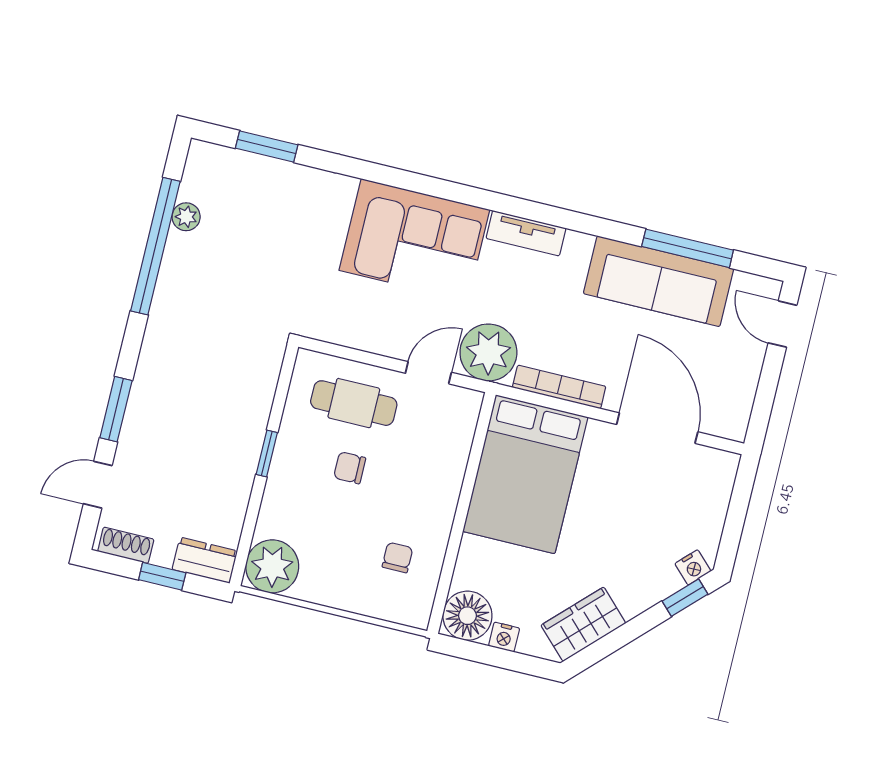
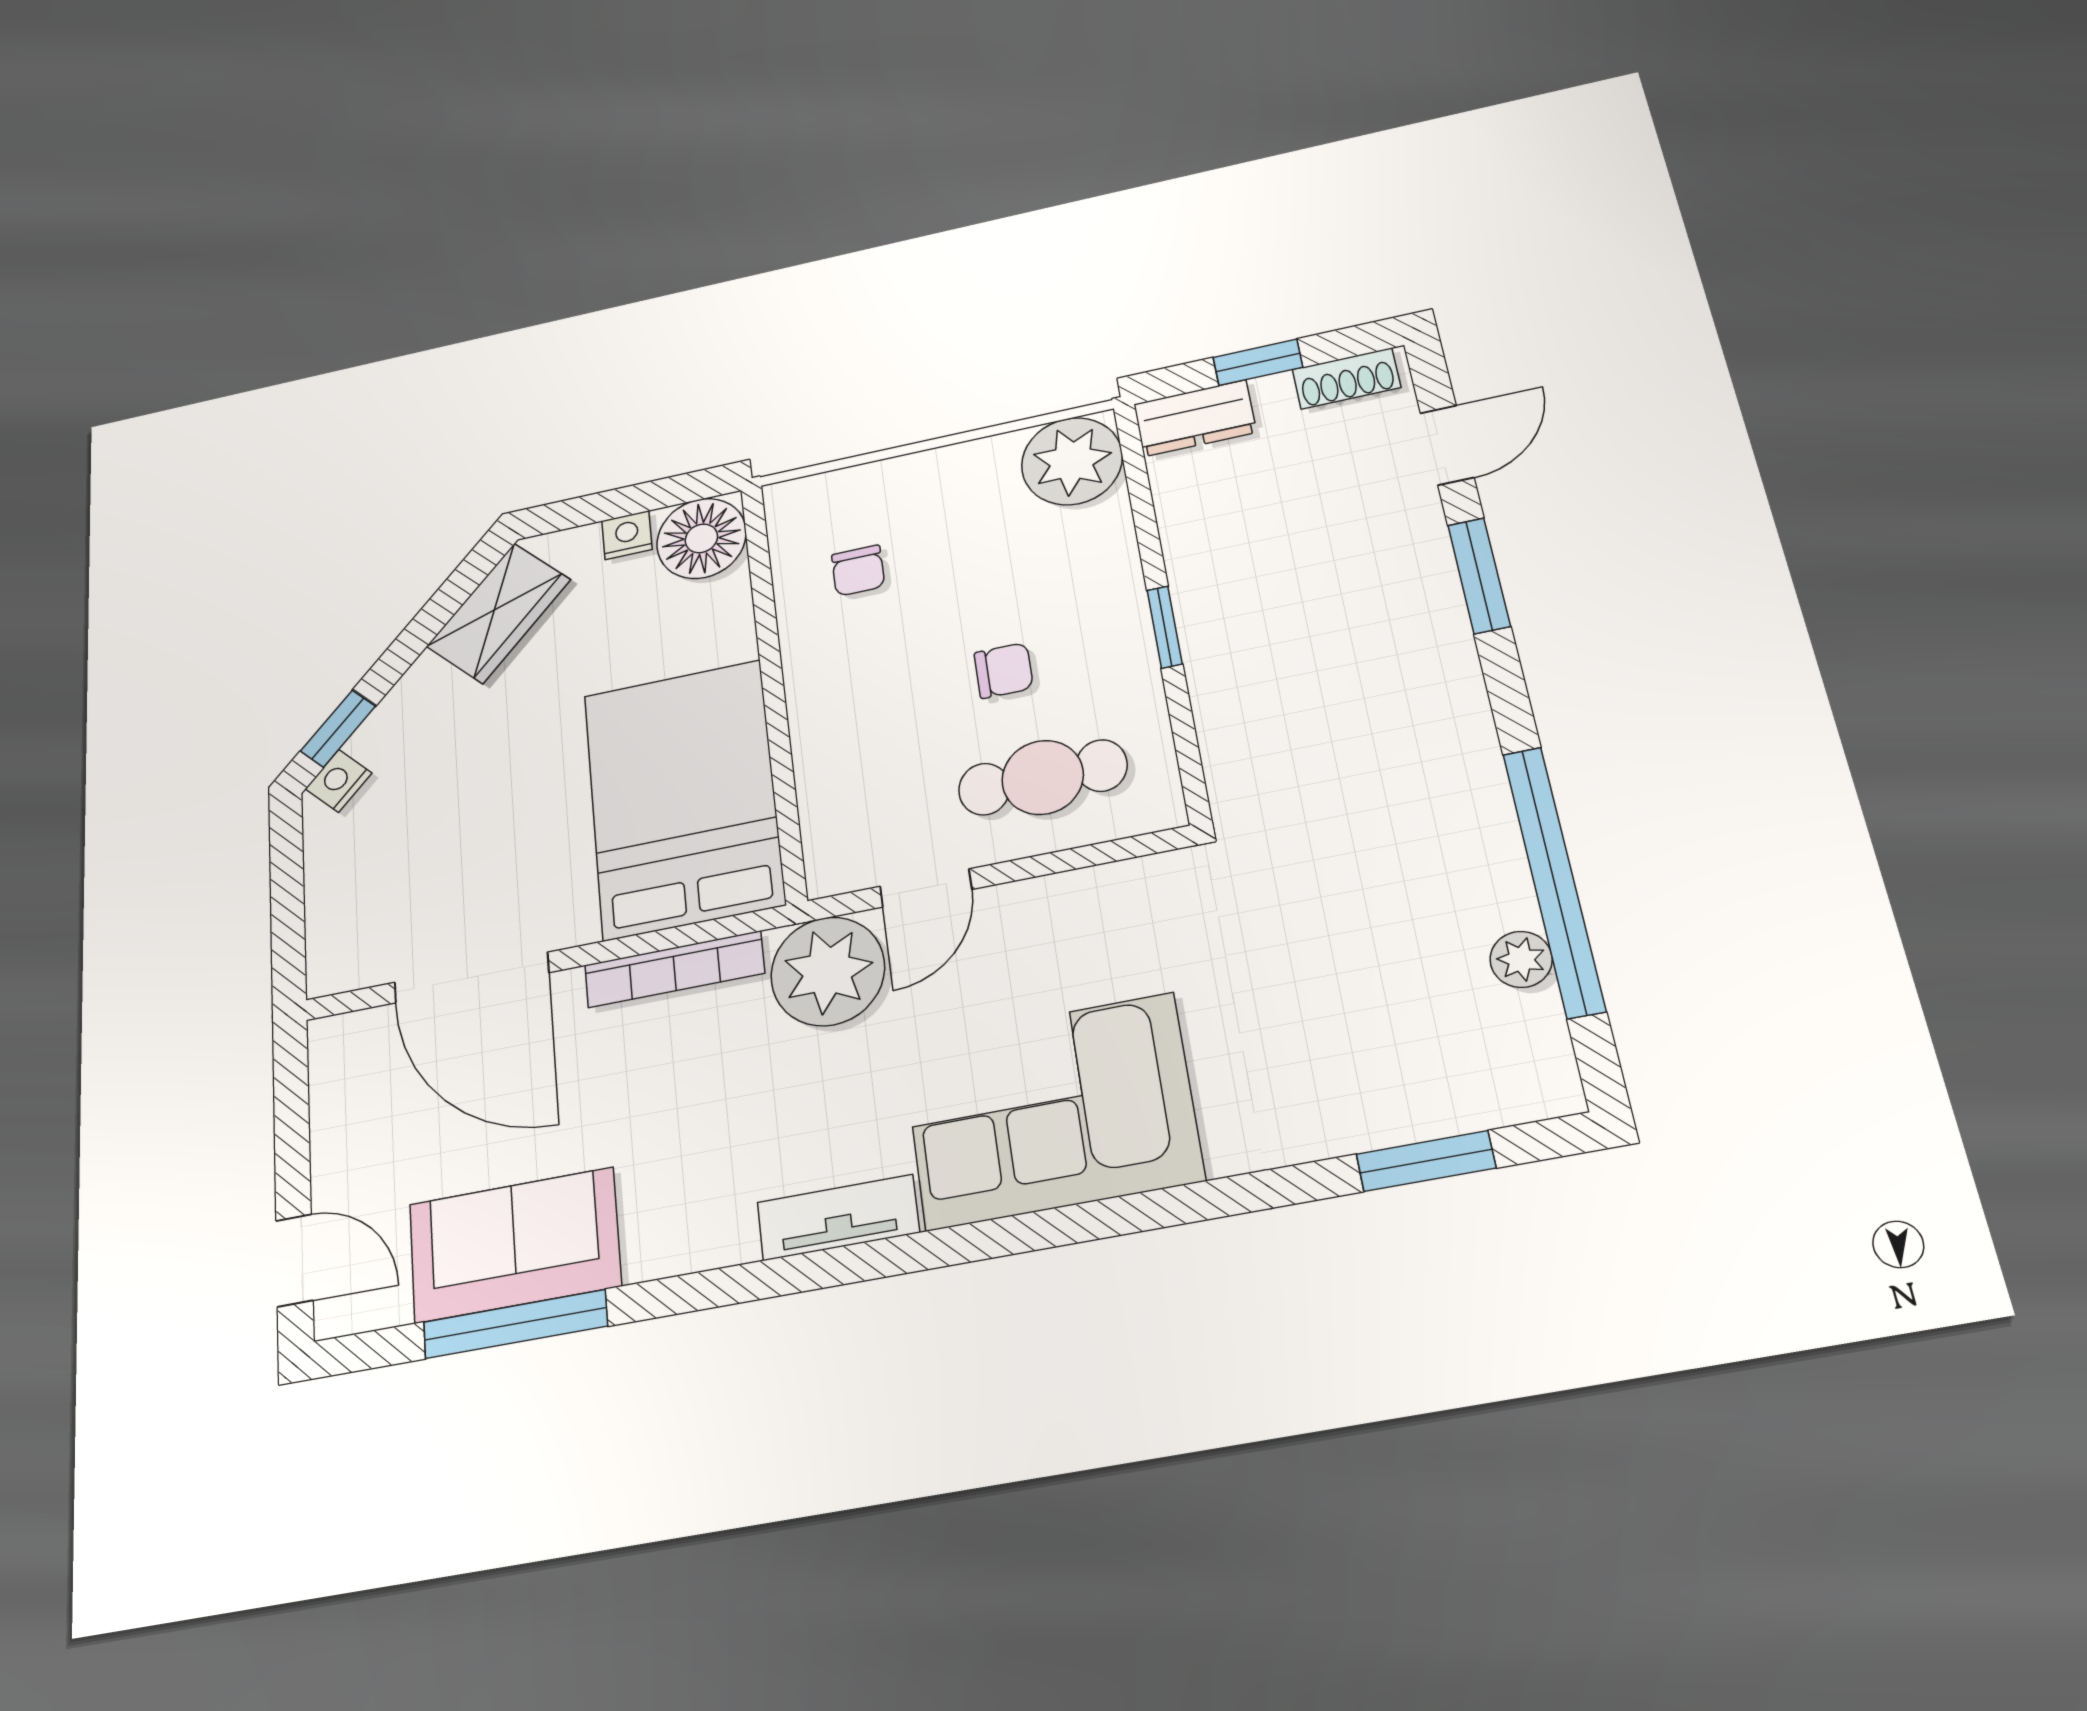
sofa: (659, 281) -> (514, 1245), width x0.73

